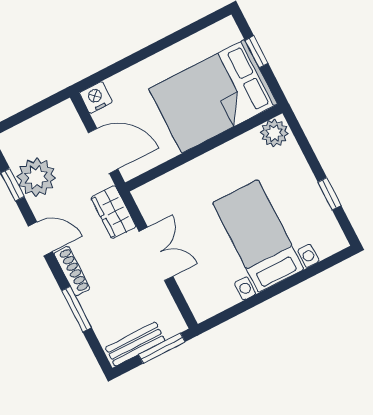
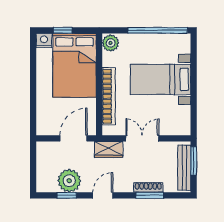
nightstand: (96, 97) -> (44, 40), moved, turned 90
bookcase: (193, 171) -> (109, 96), added
window: (329, 194) -> (158, 30), width x3.17
shoe rack: (72, 271) -> (148, 187), moved
bench: (135, 344) -> (184, 168), width x1.36

